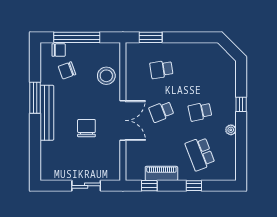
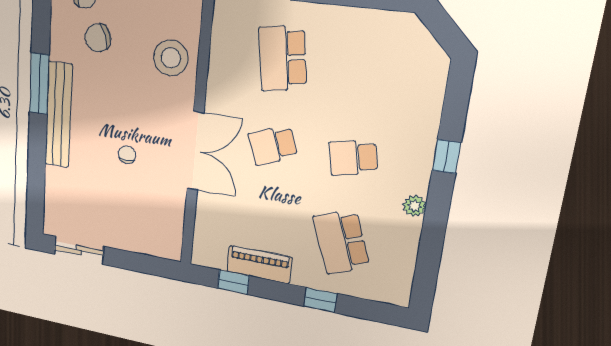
school desk: (161, 69) -> (283, 58), width x1.85
chair: (86, 128) -> (127, 155), width x0.54, depth x0.54
sliding door: (86, 186) -> (79, 250), moved

